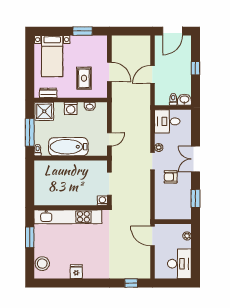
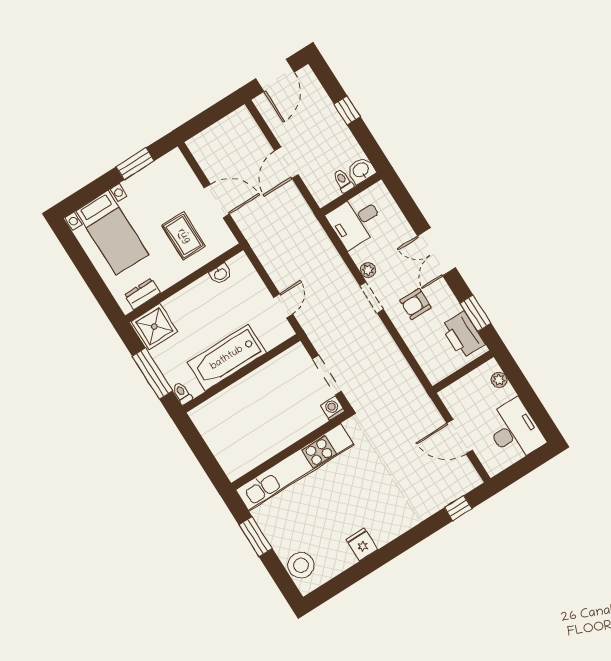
washing machine: (71, 108) -> (193, 296), removed
printer: (183, 205) -> (463, 335), added
door: (152, 236) -> (460, 437), moved

